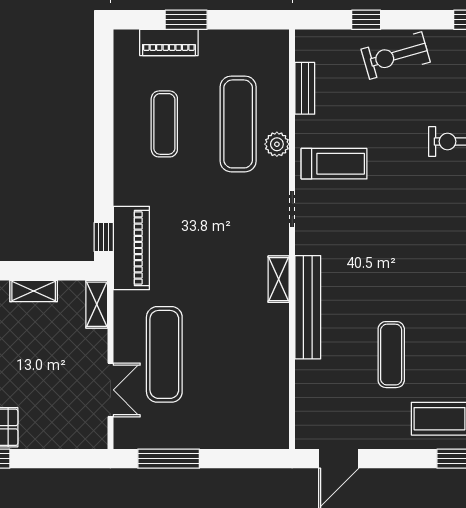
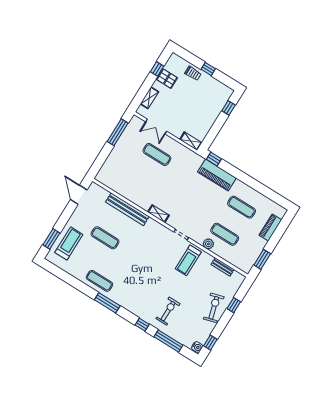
window: (186, 20) -> (262, 259), moved
exercise mat: (238, 124) -> (225, 234), width x0.73, depth x0.69
piano: (131, 248) -> (217, 175), moved
shelving: (34, 291) -> (149, 98), moved
bench: (308, 307) -> (127, 209), moved
exercise mat: (164, 354) -> (157, 154), width x0.73, depth x0.69

